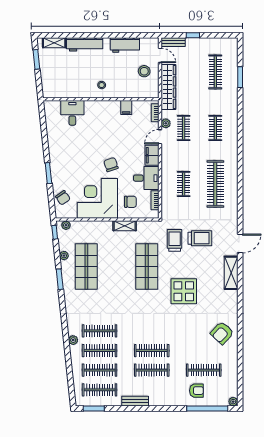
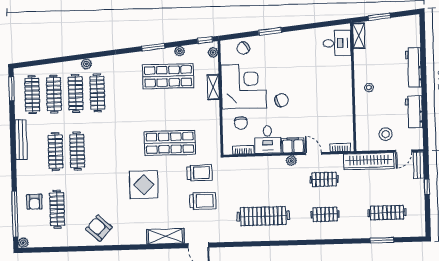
shelving: (54, 43) -> (359, 36), moved
window: (36, 59) -> (379, 17), moved
filing cabinet: (126, 108) -> (345, 115), removed
desk: (72, 113) -> (337, 43), moved
plant: (166, 123) -> (291, 161), moved
clothes rail: (184, 184) -> (262, 181), removed
shelving: (125, 226) -> (213, 87), moved
trolley: (200, 238) -> (203, 201), turned -90
bench: (135, 401) -> (21, 140), width x1.36

